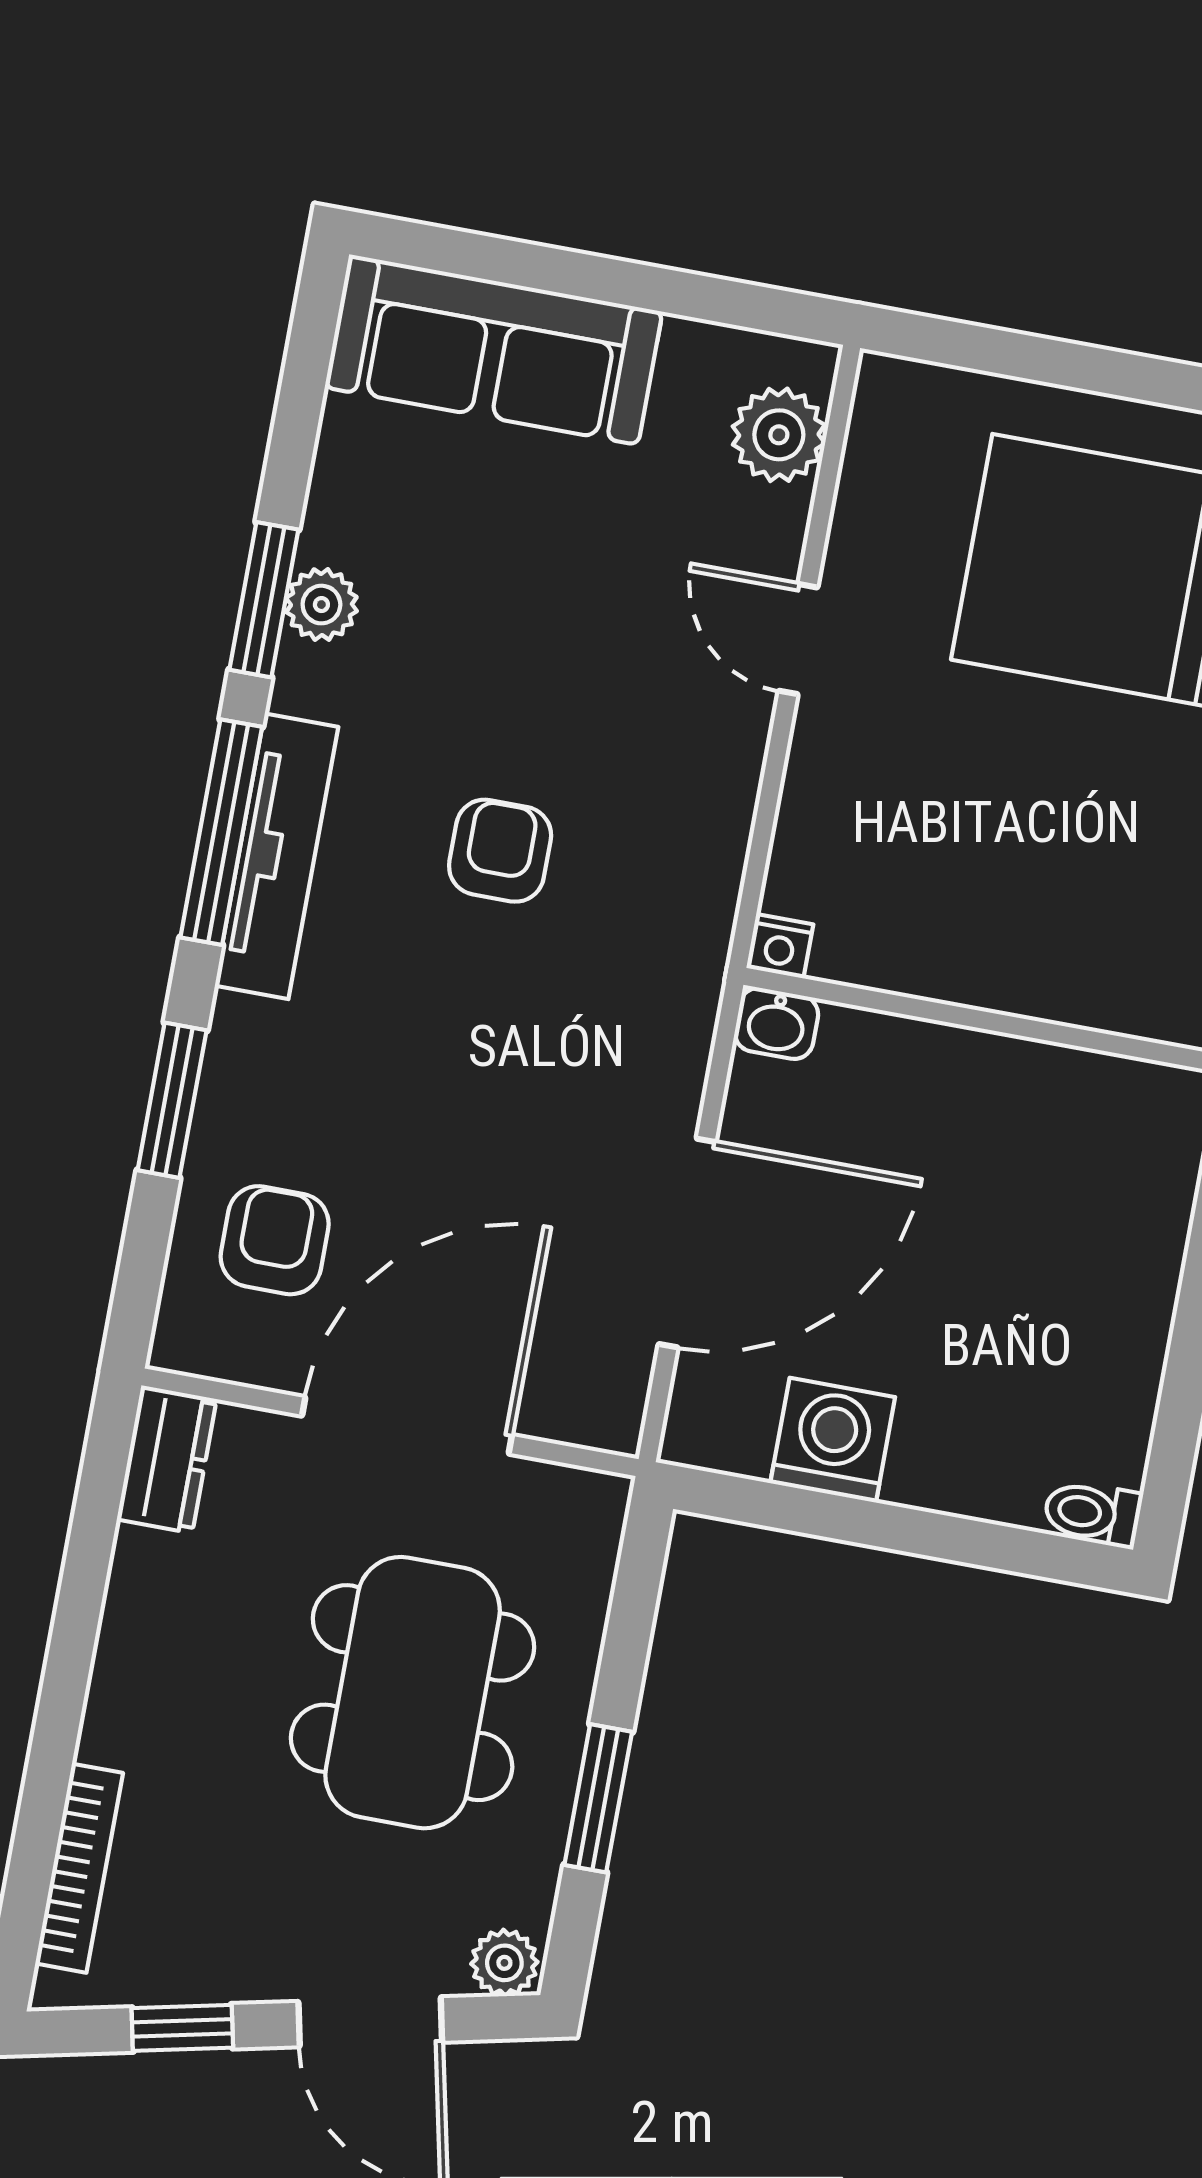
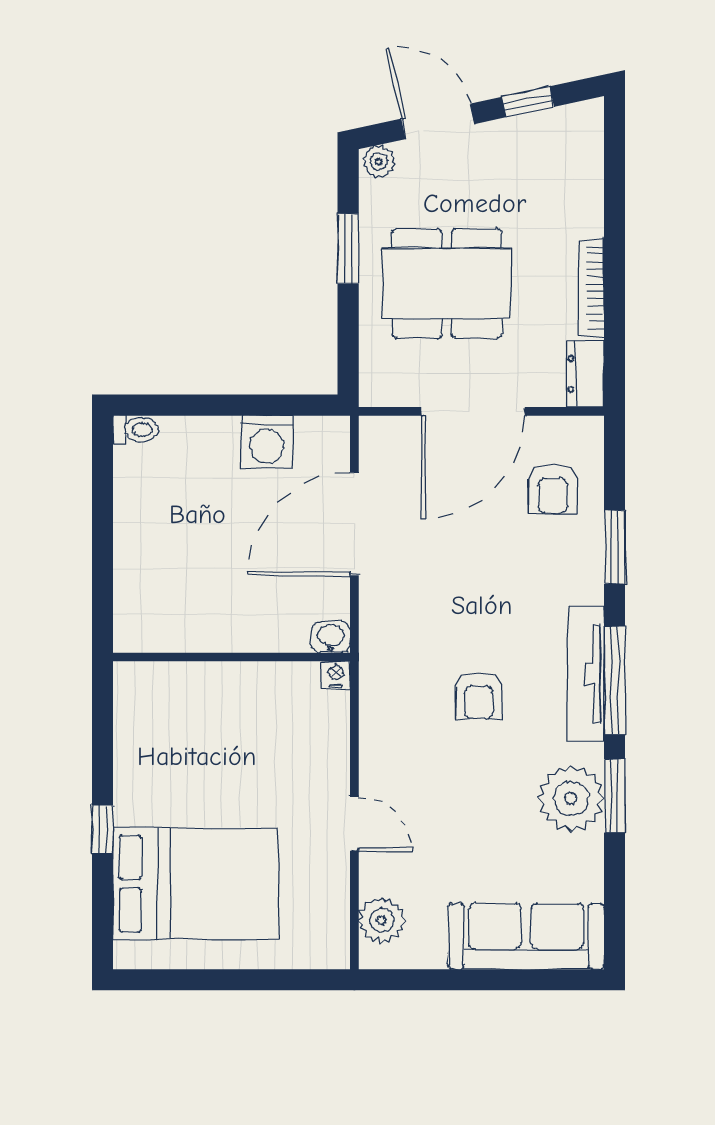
plant: (321, 605) -> (571, 798), width x1.87, depth x1.87
dining table: (413, 1693) -> (447, 283), turned 90
bookcase: (79, 1868) -> (591, 288), moved

